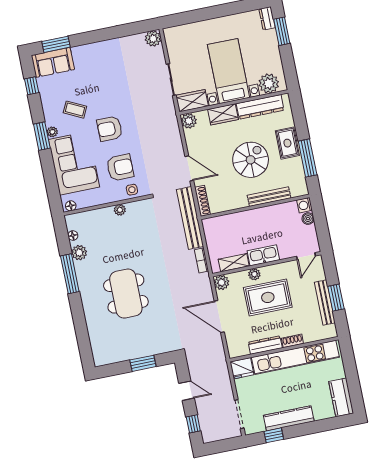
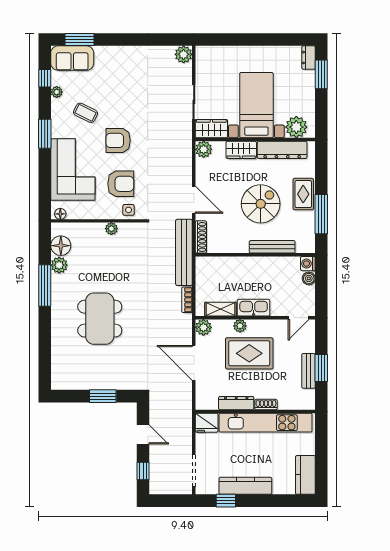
plant: (52, 132) -> (57, 92), moved
floor lamp: (73, 235) -> (61, 246), width x1.89, depth x1.89
bench: (325, 302) -> (309, 371), width x0.73

